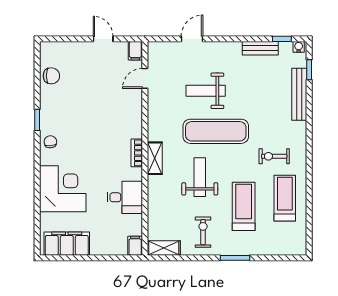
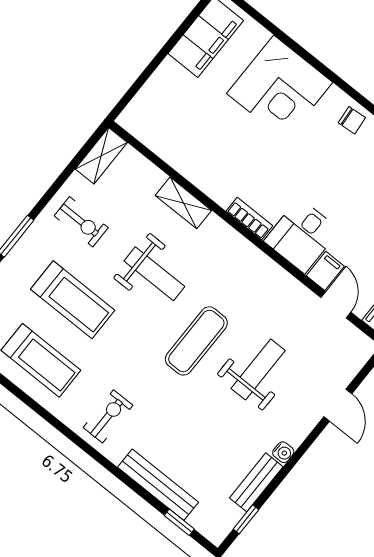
water cooler: (299, 47) -> (283, 452), moved
exercise mat: (216, 131) -> (196, 341), width x0.73, depth x0.69
exercise bike: (274, 156) -> (108, 416), moved
shelving: (155, 158) -> (183, 203), moved
desk: (125, 197) -> (302, 236), moved
filing cabinet: (135, 246) -> (325, 271), moved, turned -90

